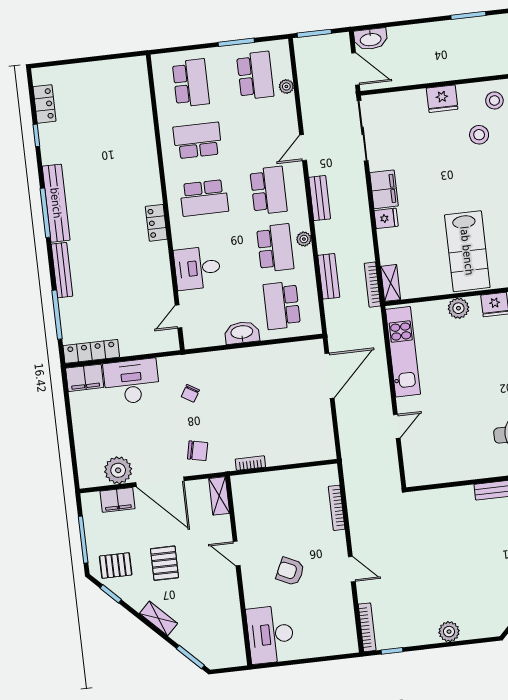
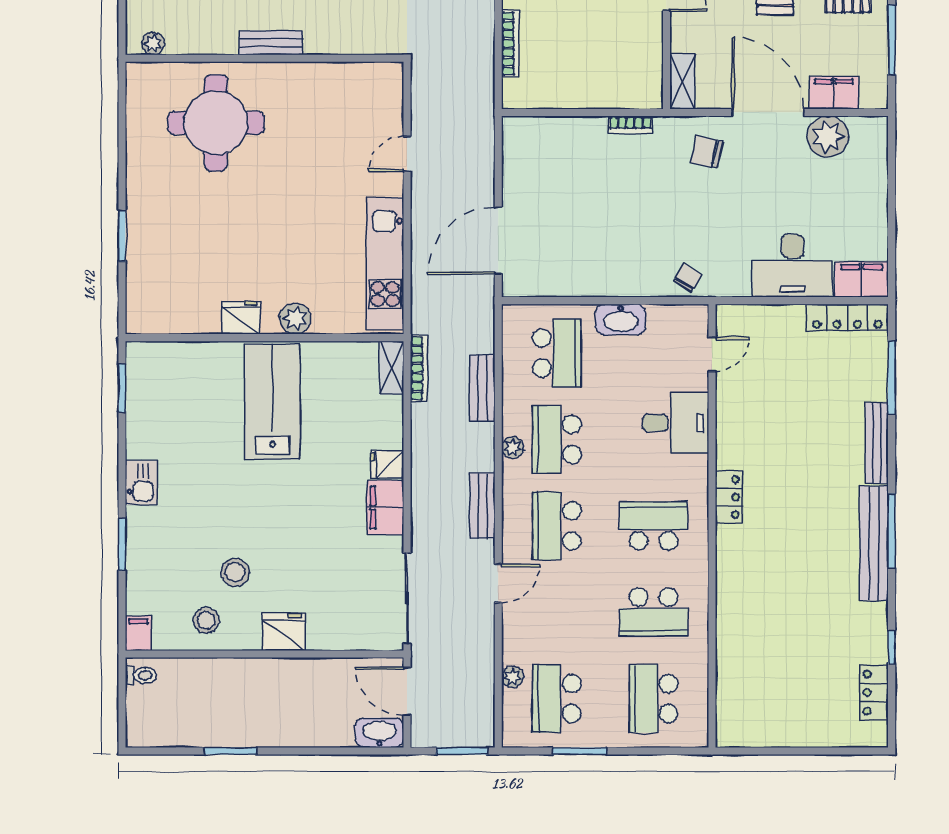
chair: (190, 393) -> (688, 278), moved

